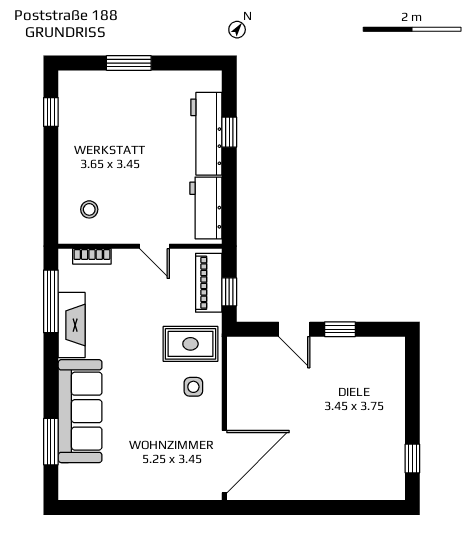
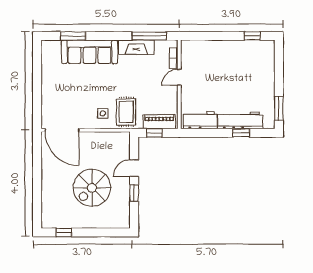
window: (129, 63) -> (279, 109), moved
stool: (89, 209) -> (199, 57), removed
door: (155, 246) -> (179, 77), moved
spiral stairs: (330, 407) -> (92, 188), added

